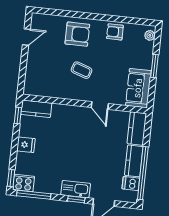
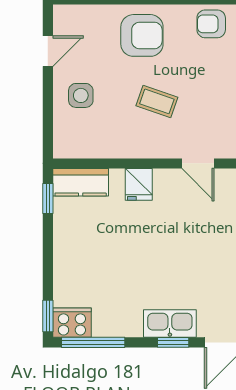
side table: (41, 63) -> (81, 95), added
fridge: (26, 145) -> (139, 184), moved, turned 90

